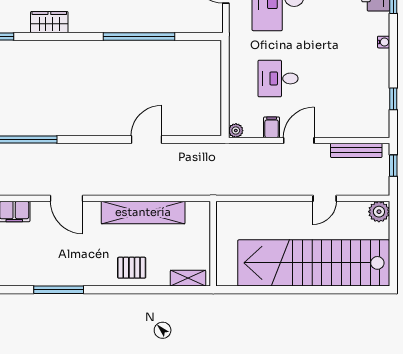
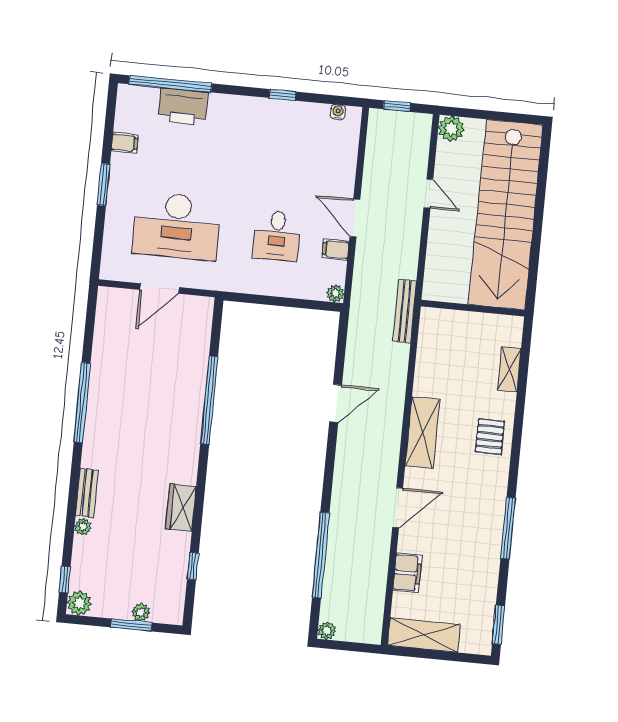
water cooler: (384, 42) -> (338, 112), moved
window: (393, 99) -> (283, 95), moved
door: (146, 140) -> (336, 403), swing flipped
bench: (356, 150) -> (405, 311), moved
shelving: (143, 212) -> (422, 432), width x0.68
wall: (213, 244) -> (473, 308), moved

